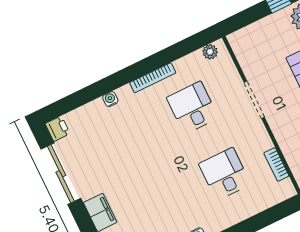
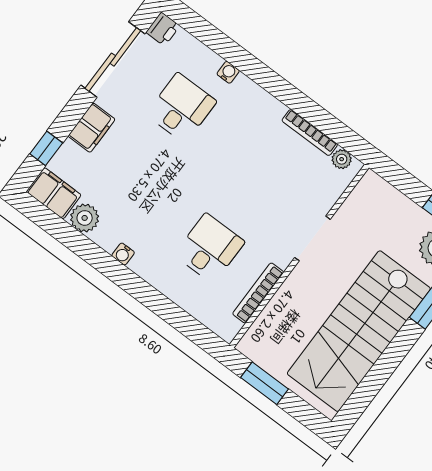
bookcase: (153, 78) -> (310, 132), moved
desk: (192, 108) -> (181, 108), moved
bookcase: (276, 164) -> (258, 293), width x1.56

